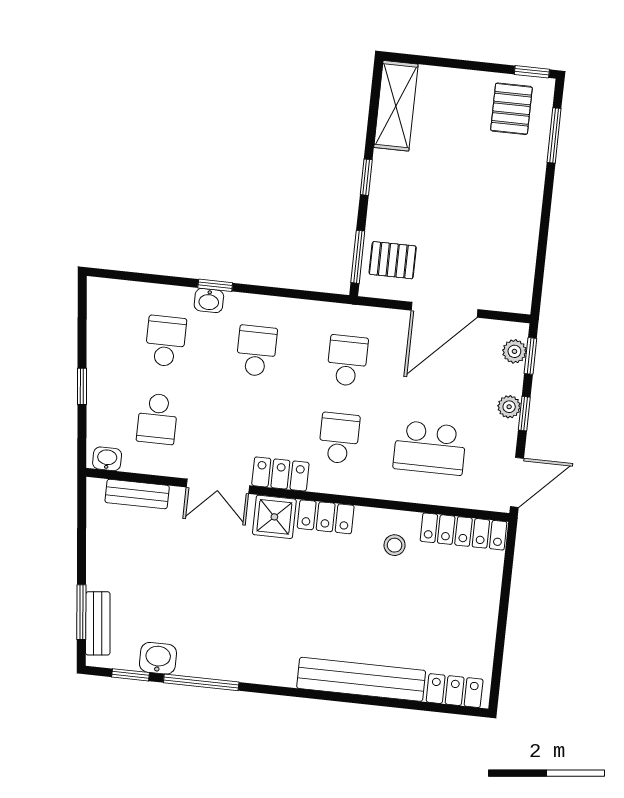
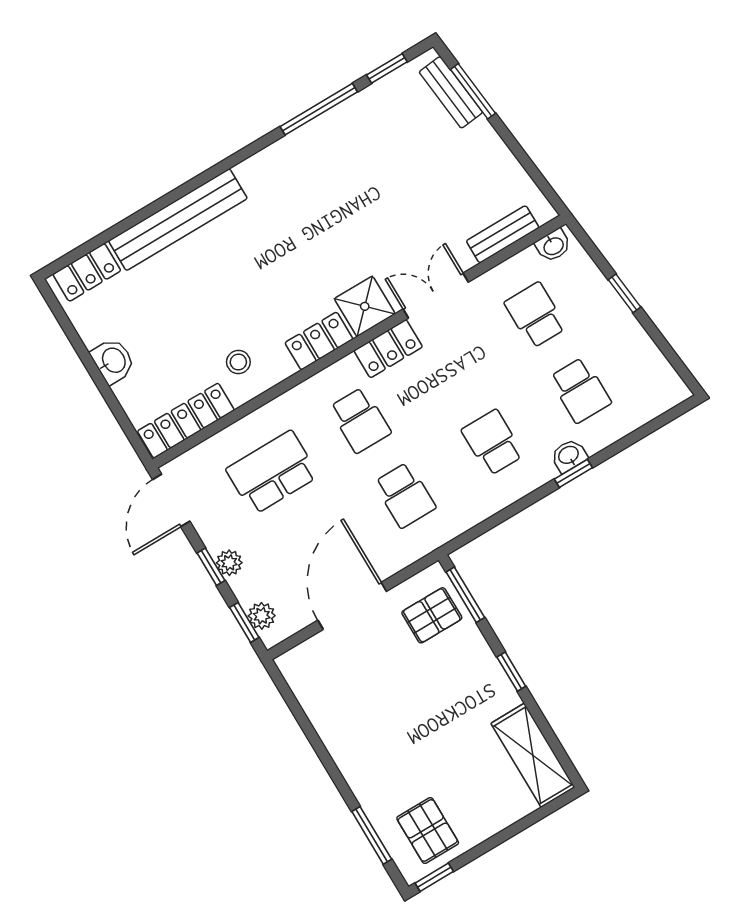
school desk: (256, 351) -> (492, 443), turned 180
washbasin: (158, 658) -> (113, 361), moved, turned -90

